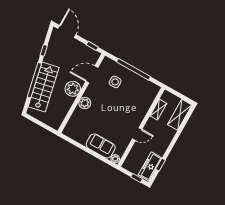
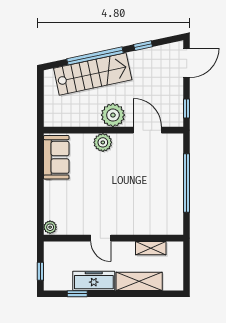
side table: (115, 82) -> (155, 168), removed
shelving: (180, 115) -> (139, 281), moved
sofa: (101, 146) -> (56, 157), moved
freezer: (150, 166) -> (94, 281), moved

